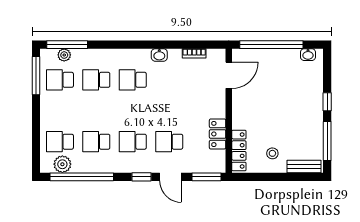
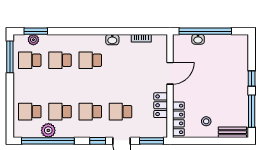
window: (67, 45) -> (36, 31), width x0.69
washbasin: (308, 55) -> (198, 39), moved
door: (229, 75) -> (170, 73), moved
plant: (62, 164) -> (48, 130), moved

